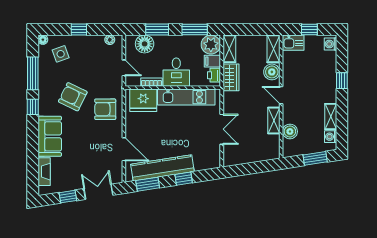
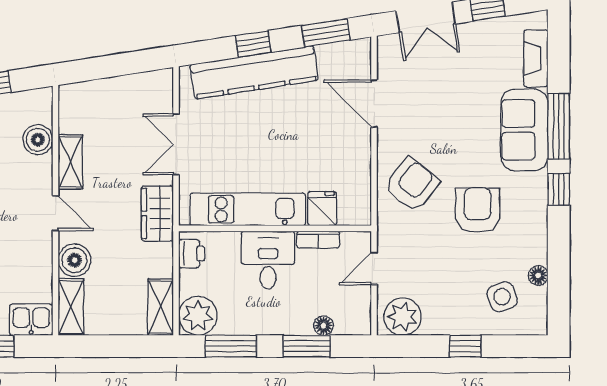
floor lamp: (43, 40) -> (538, 275), moved
plant: (110, 40) -> (403, 317), width x1.88, depth x1.88
floor lamp: (145, 44) -> (324, 326), width x0.53, depth x0.53
filing cabinet: (212, 61) -> (195, 282), removed
door: (124, 68) -> (374, 269), hinge flipped
window: (33, 73) -> (559, 126), moved
wardrobe: (231, 77) -> (157, 213), moved
armchair: (73, 97) -> (478, 210), turned -116
fridge: (143, 100) -> (322, 209), width x0.53, depth x0.75
armchair: (105, 109) -> (412, 185), turned -52
kitchen counter: (162, 168) -> (254, 72), moved

